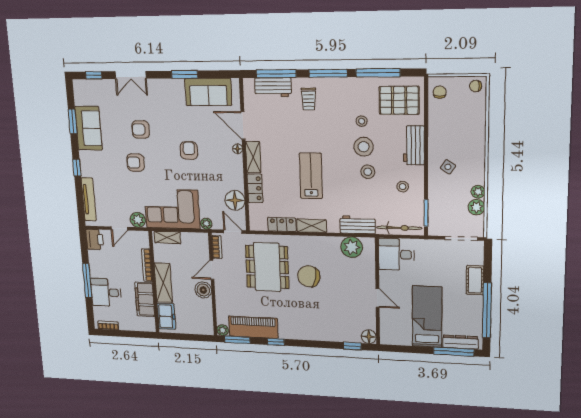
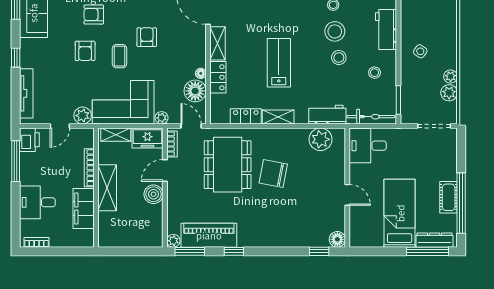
floor lamp: (238, 149) -> (201, 73), moved
armchair: (136, 163) -> (85, 51), turned -90
coffee table: (166, 168) -> (119, 56), added
cot: (475, 280) -> (449, 197), moved
window: (87, 281) -> (16, 161), moved
freezer: (166, 316) -> (147, 138), moved, turned 90

